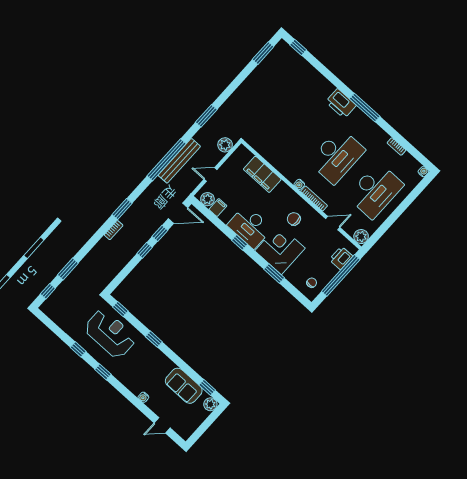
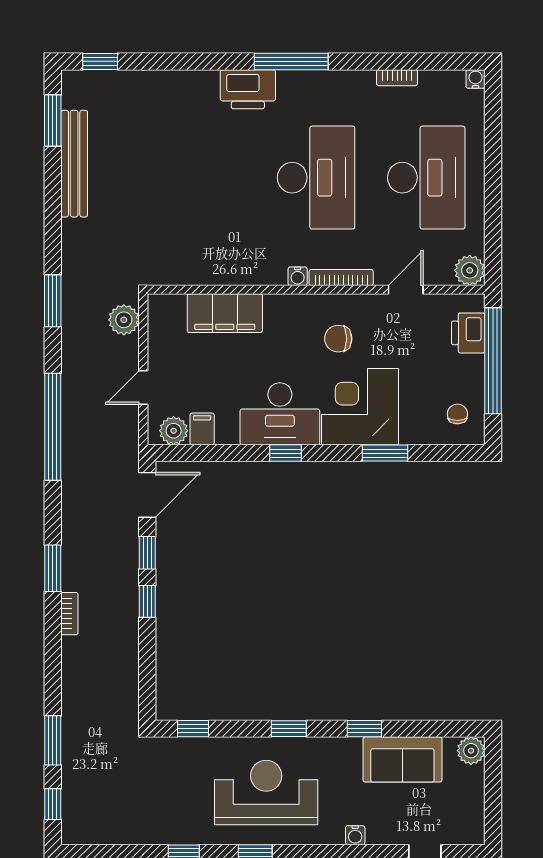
bench: (179, 161) -> (74, 164), moved
reception desk: (110, 334) -> (266, 793), moved
window: (207, 387) -> (364, 729), moved

